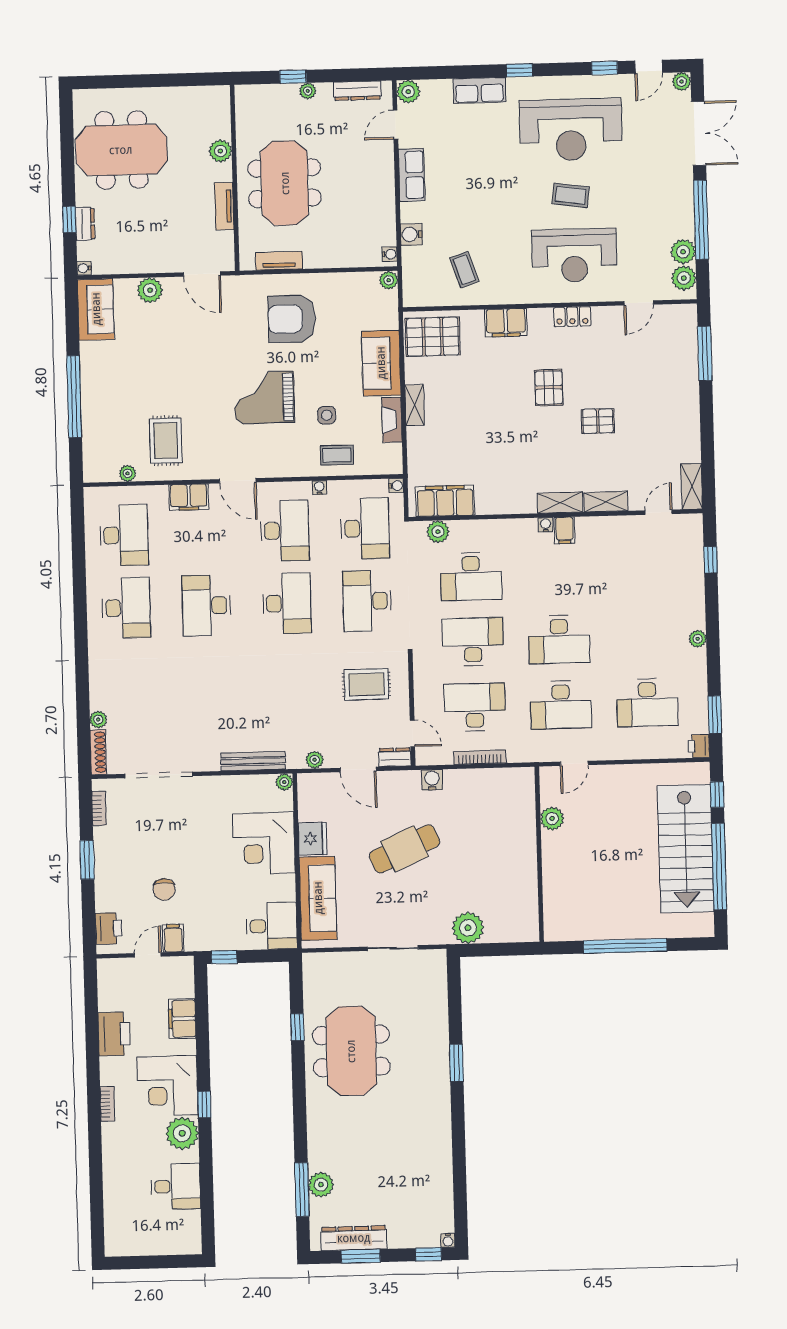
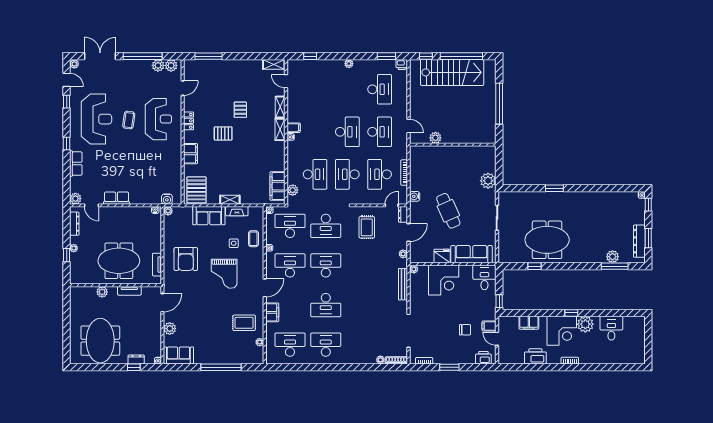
water cooler: (411, 234) -> (167, 199), moved
coffee table: (464, 270) -> (164, 173), removed
door: (639, 303) -> (183, 88), hinge flipped

